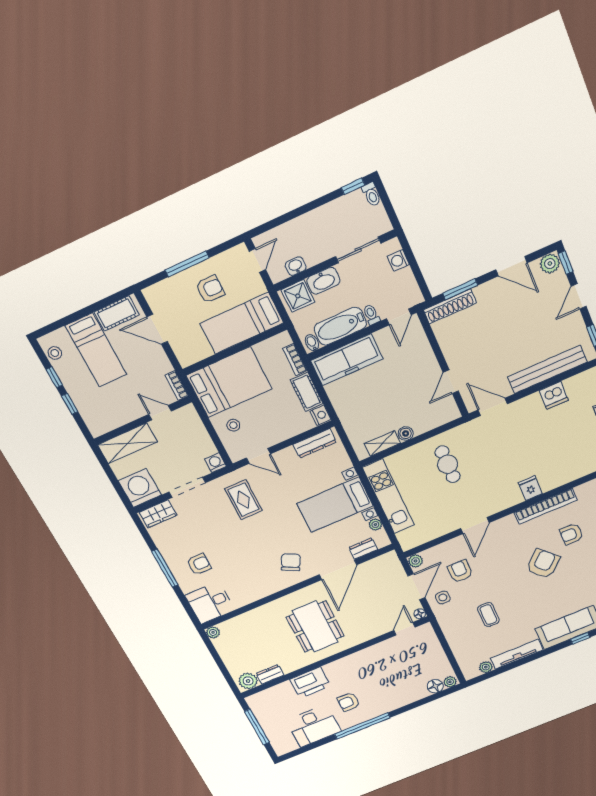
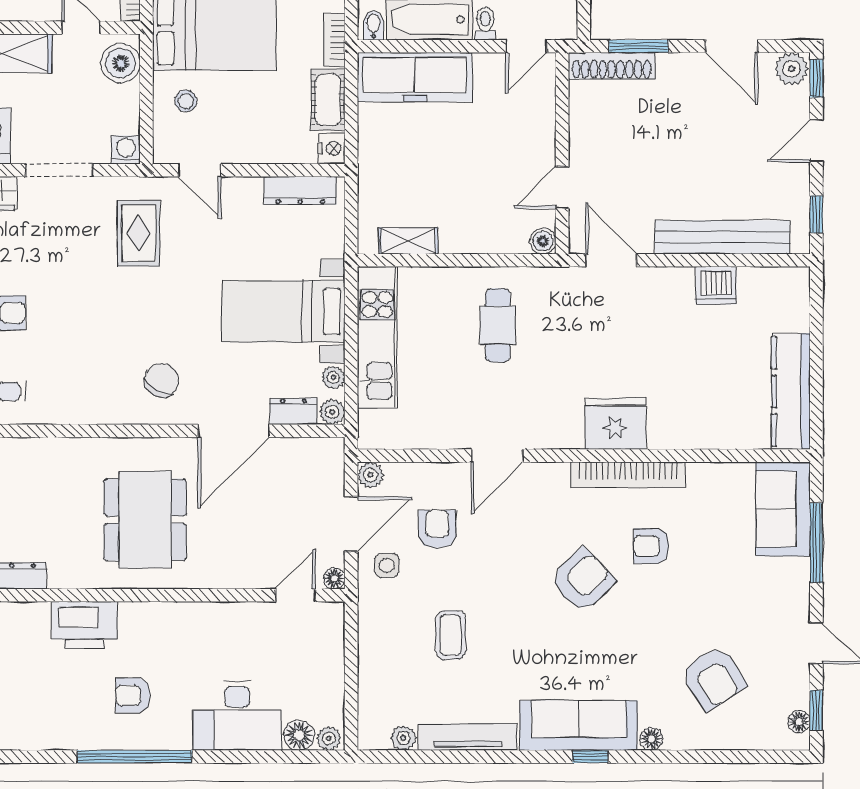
boiler: (190, 421) -> (121, 63), added
boiler: (406, 434) -> (543, 241), moved
fridge: (530, 488) -> (615, 424), width x1.88, depth x1.34
plant: (383, 541) -> (332, 412), added
desk: (314, 726) -> (237, 716), moved

